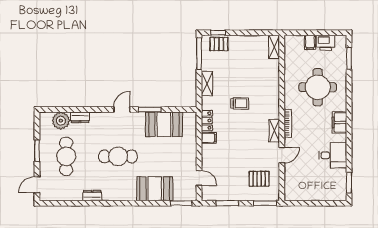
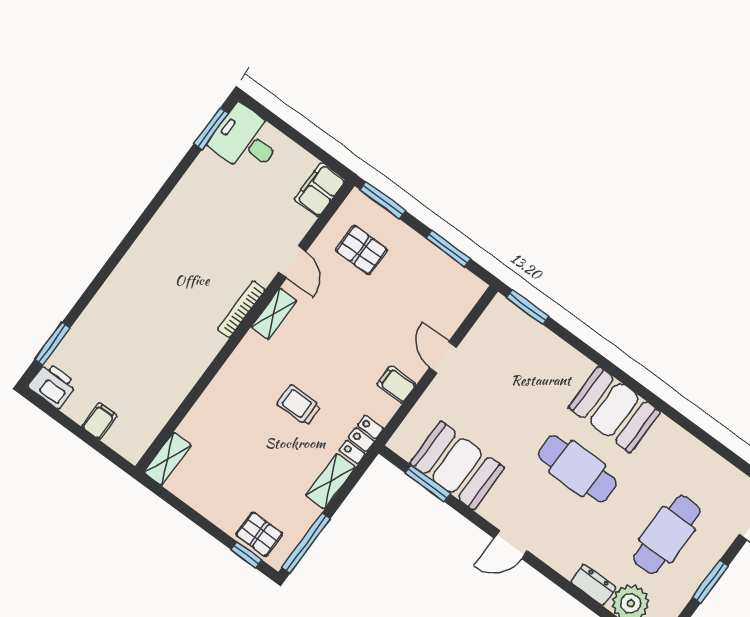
printer: (325, 43) -> (53, 385), moved
round table: (318, 87) -> (143, 334), removed
window: (150, 110) -> (428, 484), moved
locker: (207, 121) -> (361, 439), moved
filing cabinet: (339, 122) -> (320, 190), moved, turned 180
door: (282, 155) -> (292, 262), swing flipped
desk: (333, 155) -> (246, 140), moved
door: (199, 178) -> (443, 357), moved
booth: (155, 189) -> (614, 410), moved
dresser: (92, 196) -> (672, 434), removed

